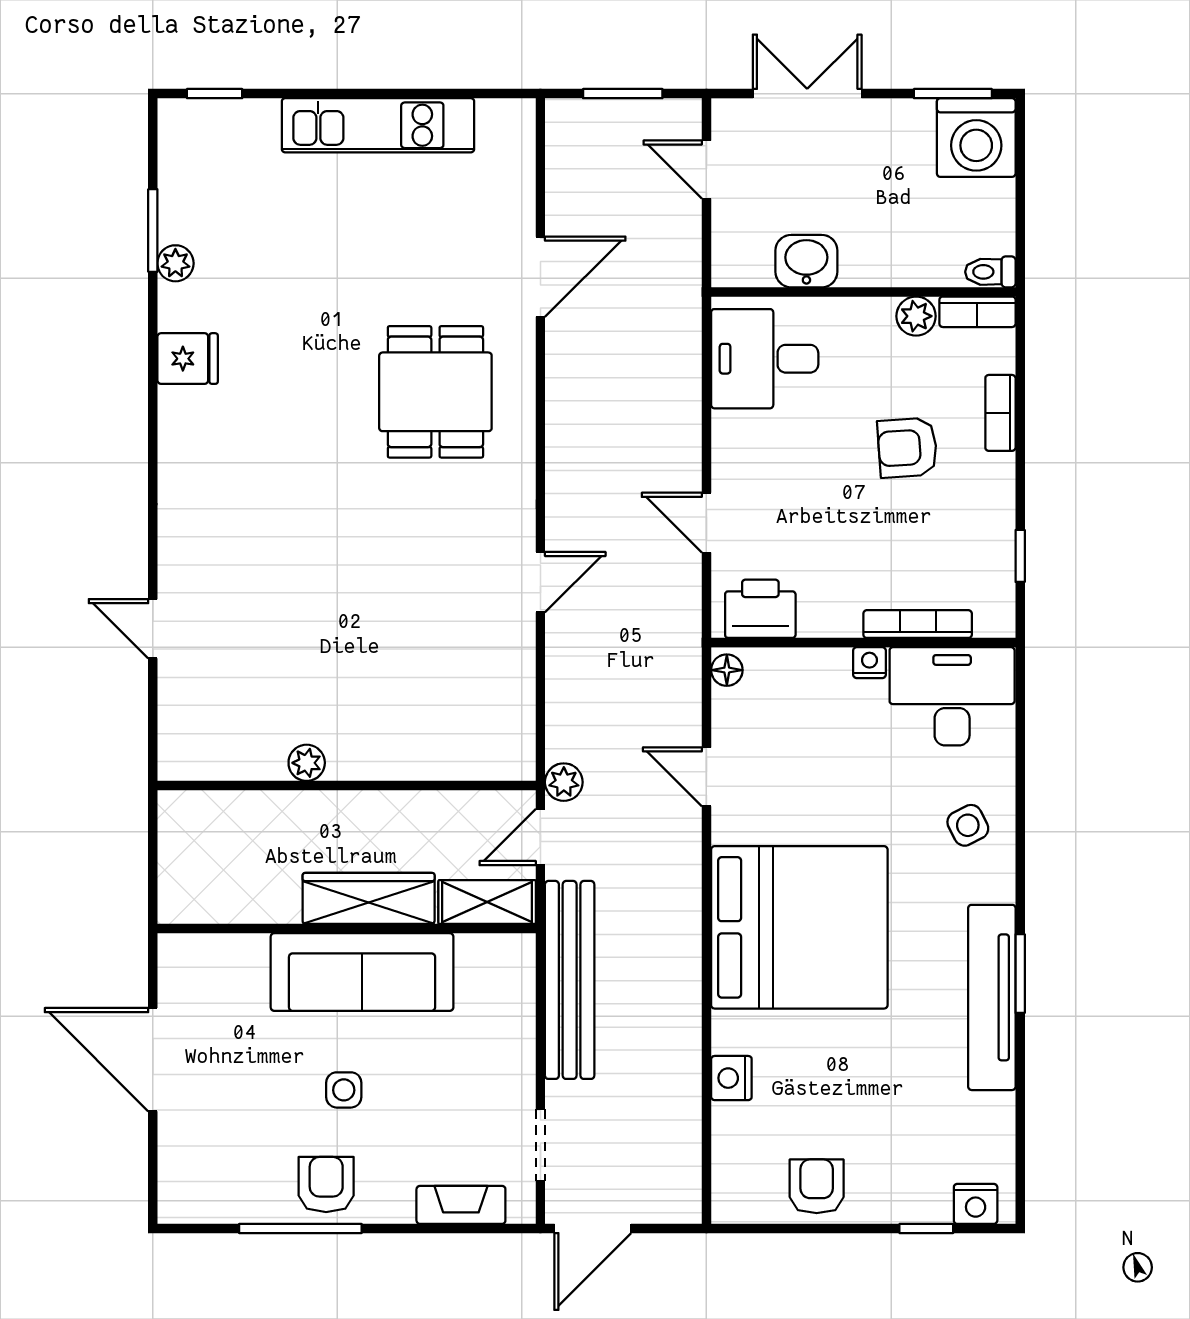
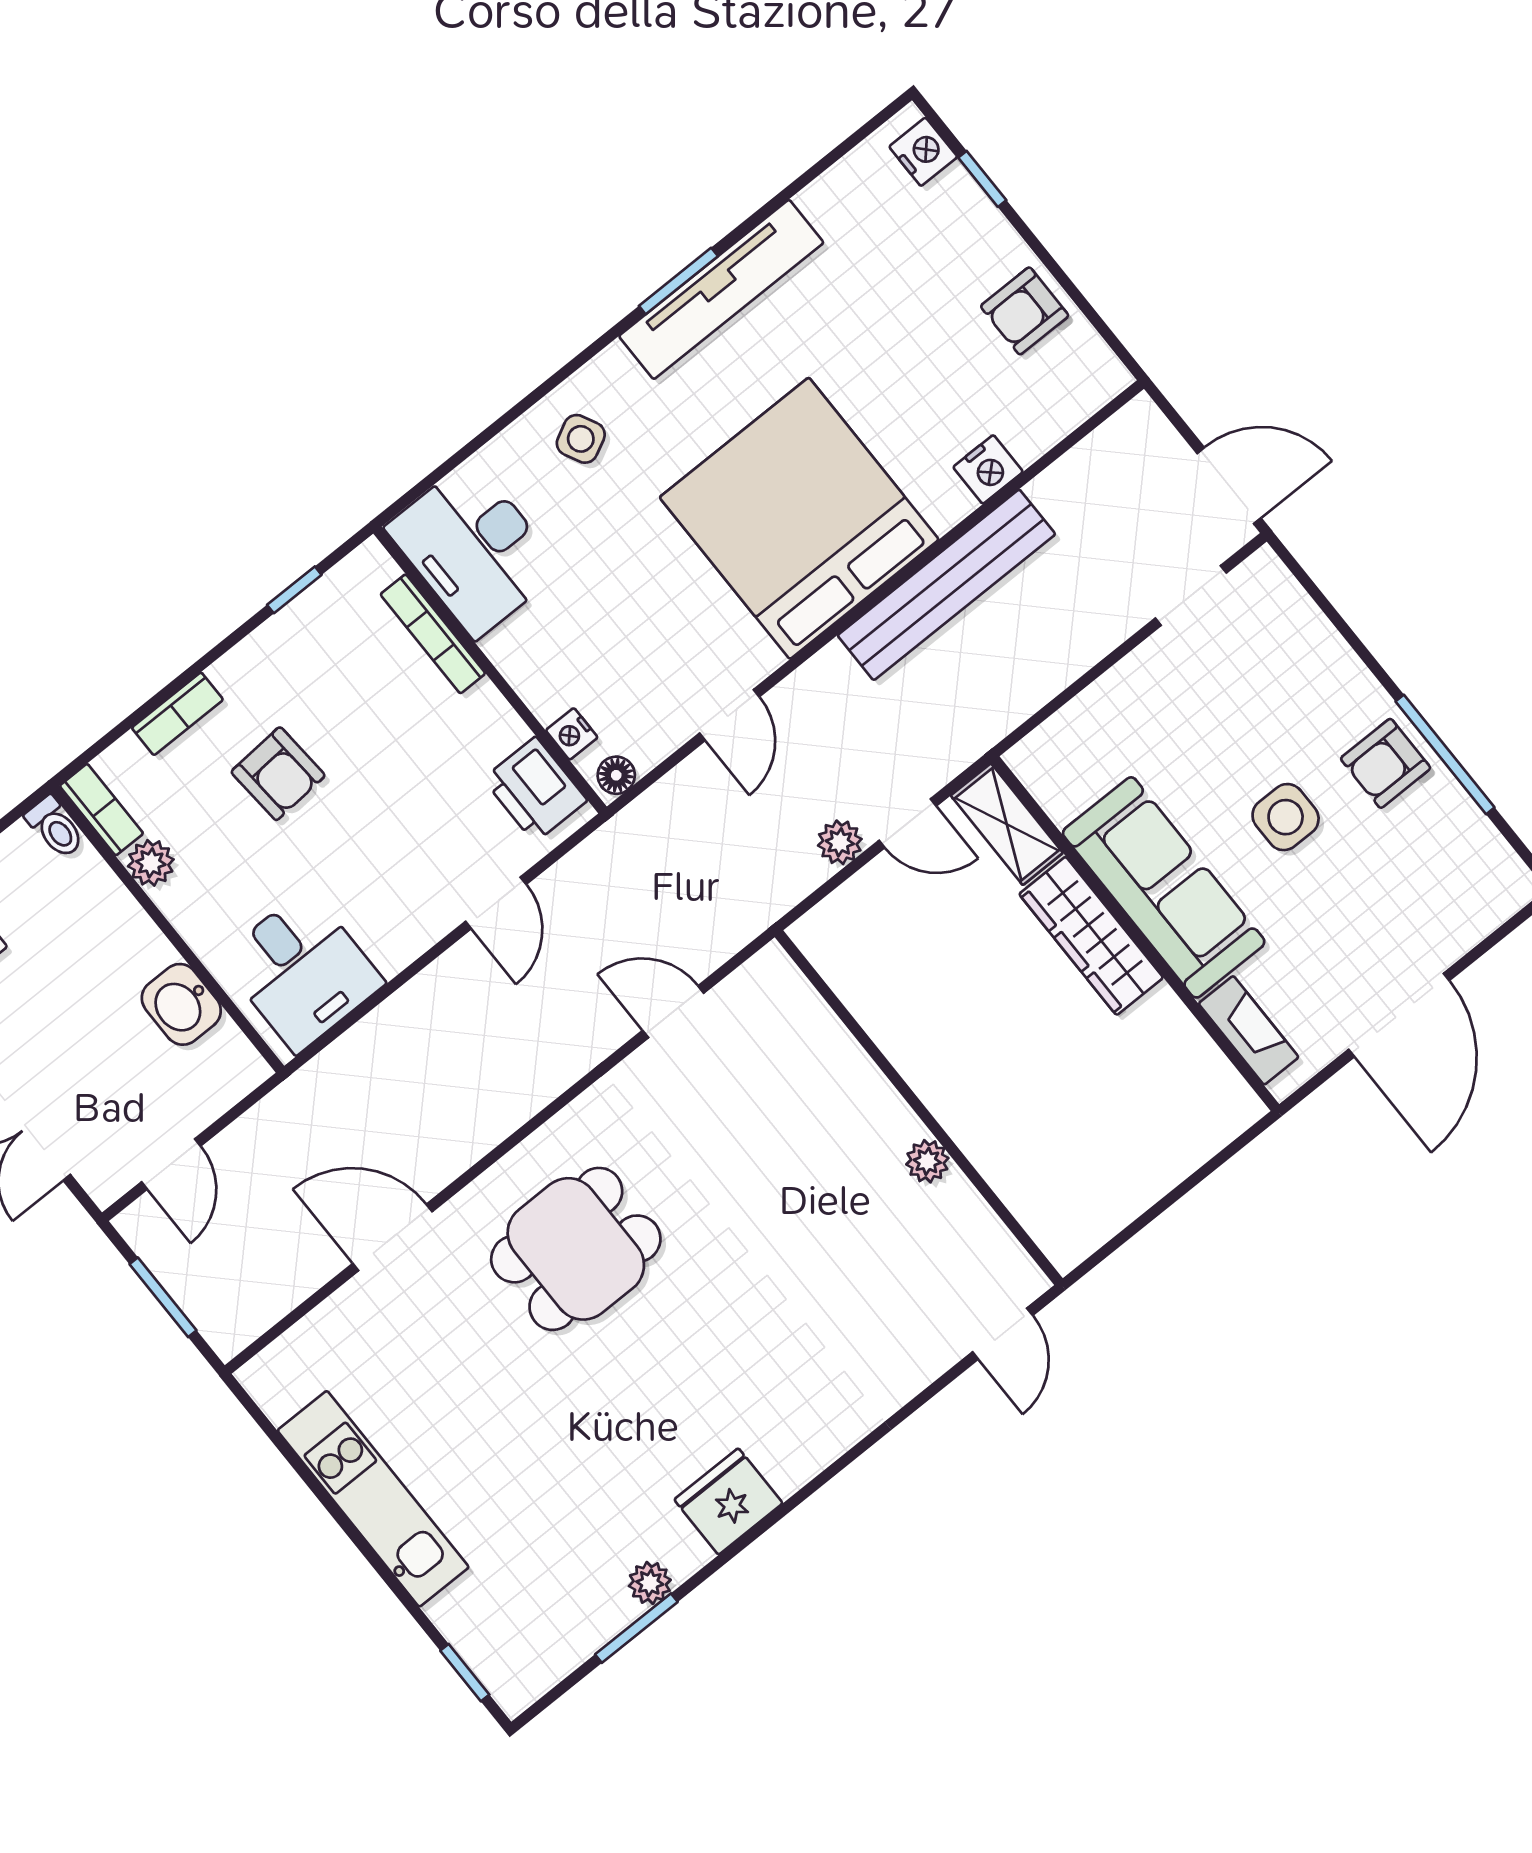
fridge: (188, 359) -> (728, 1501), width x1.38
nightstand: (869, 663) -> (572, 734), moved
plant: (307, 763) -> (927, 1161), moved
wall: (347, 786) -> (919, 1108), moved
bench: (570, 980) -> (946, 585), moved
side table: (344, 1090) -> (1286, 817), width x1.37, depth x1.37
fireplace: (461, 1205) -> (1249, 1030), moved, turned 180

